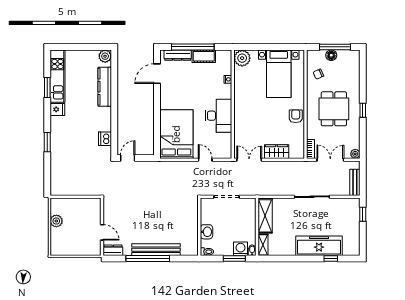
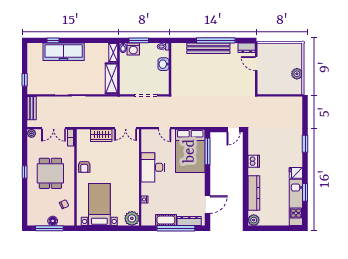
window: (157, 134) -> (207, 151), added
dishwasher: (105, 139) -> (254, 161), moved

